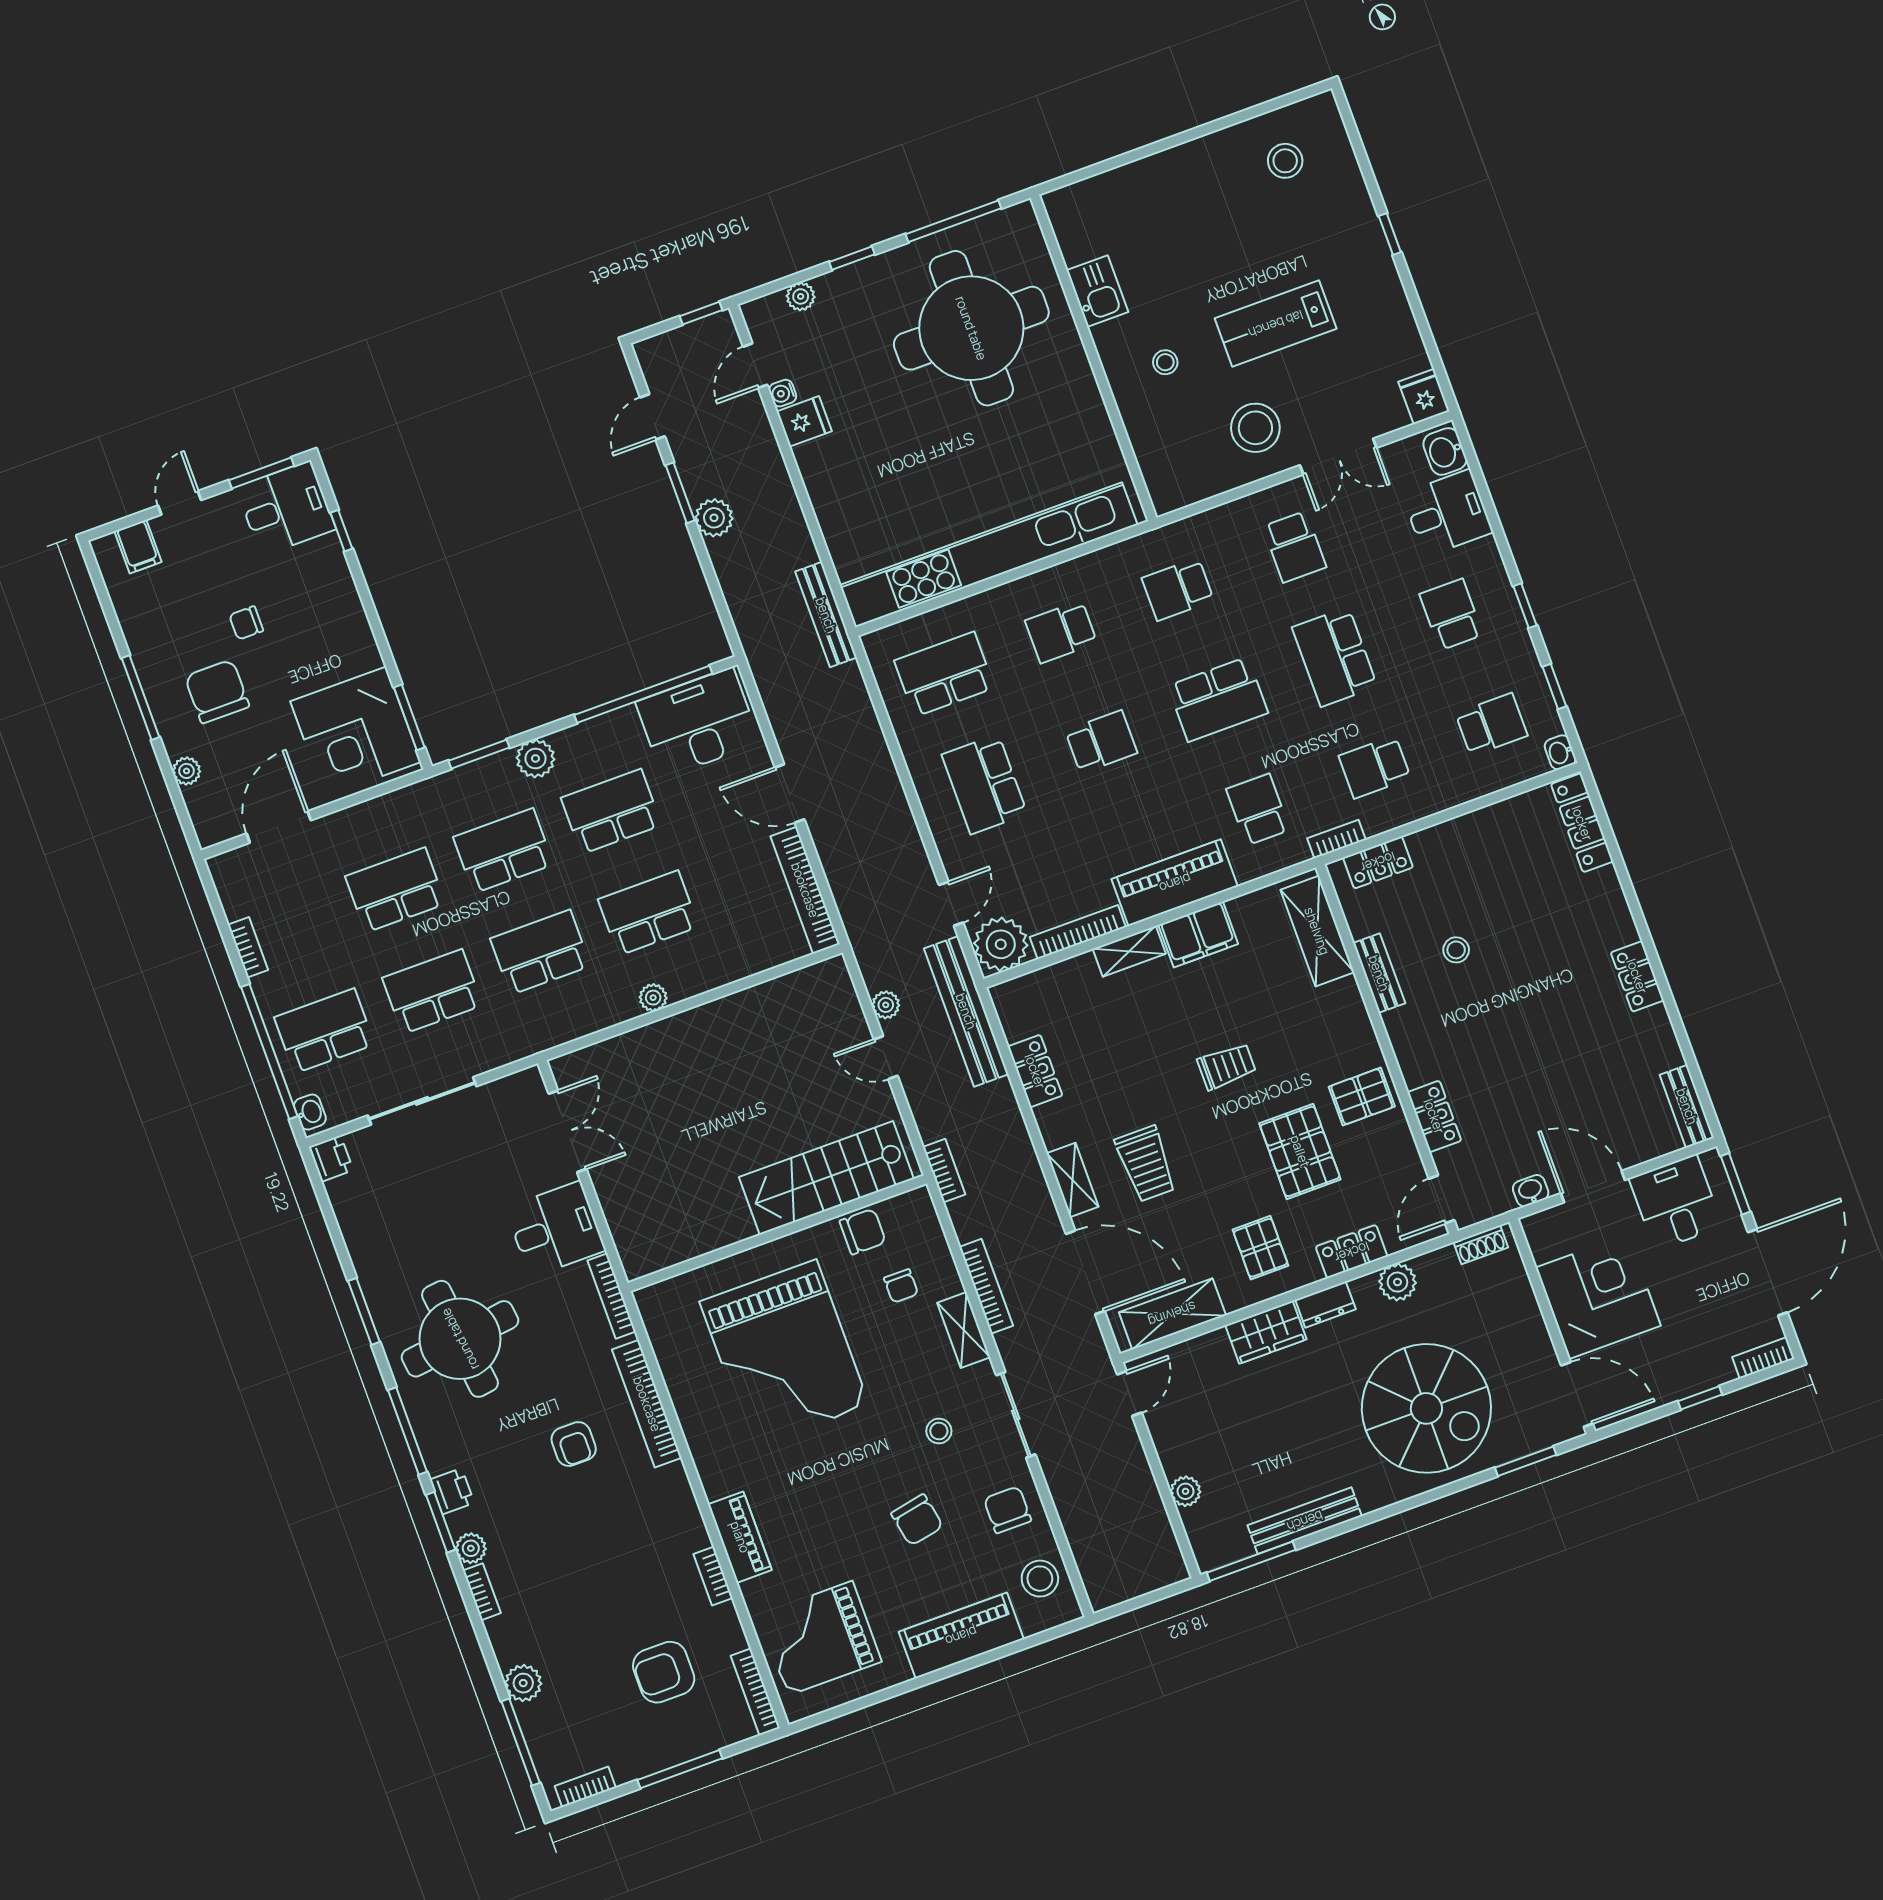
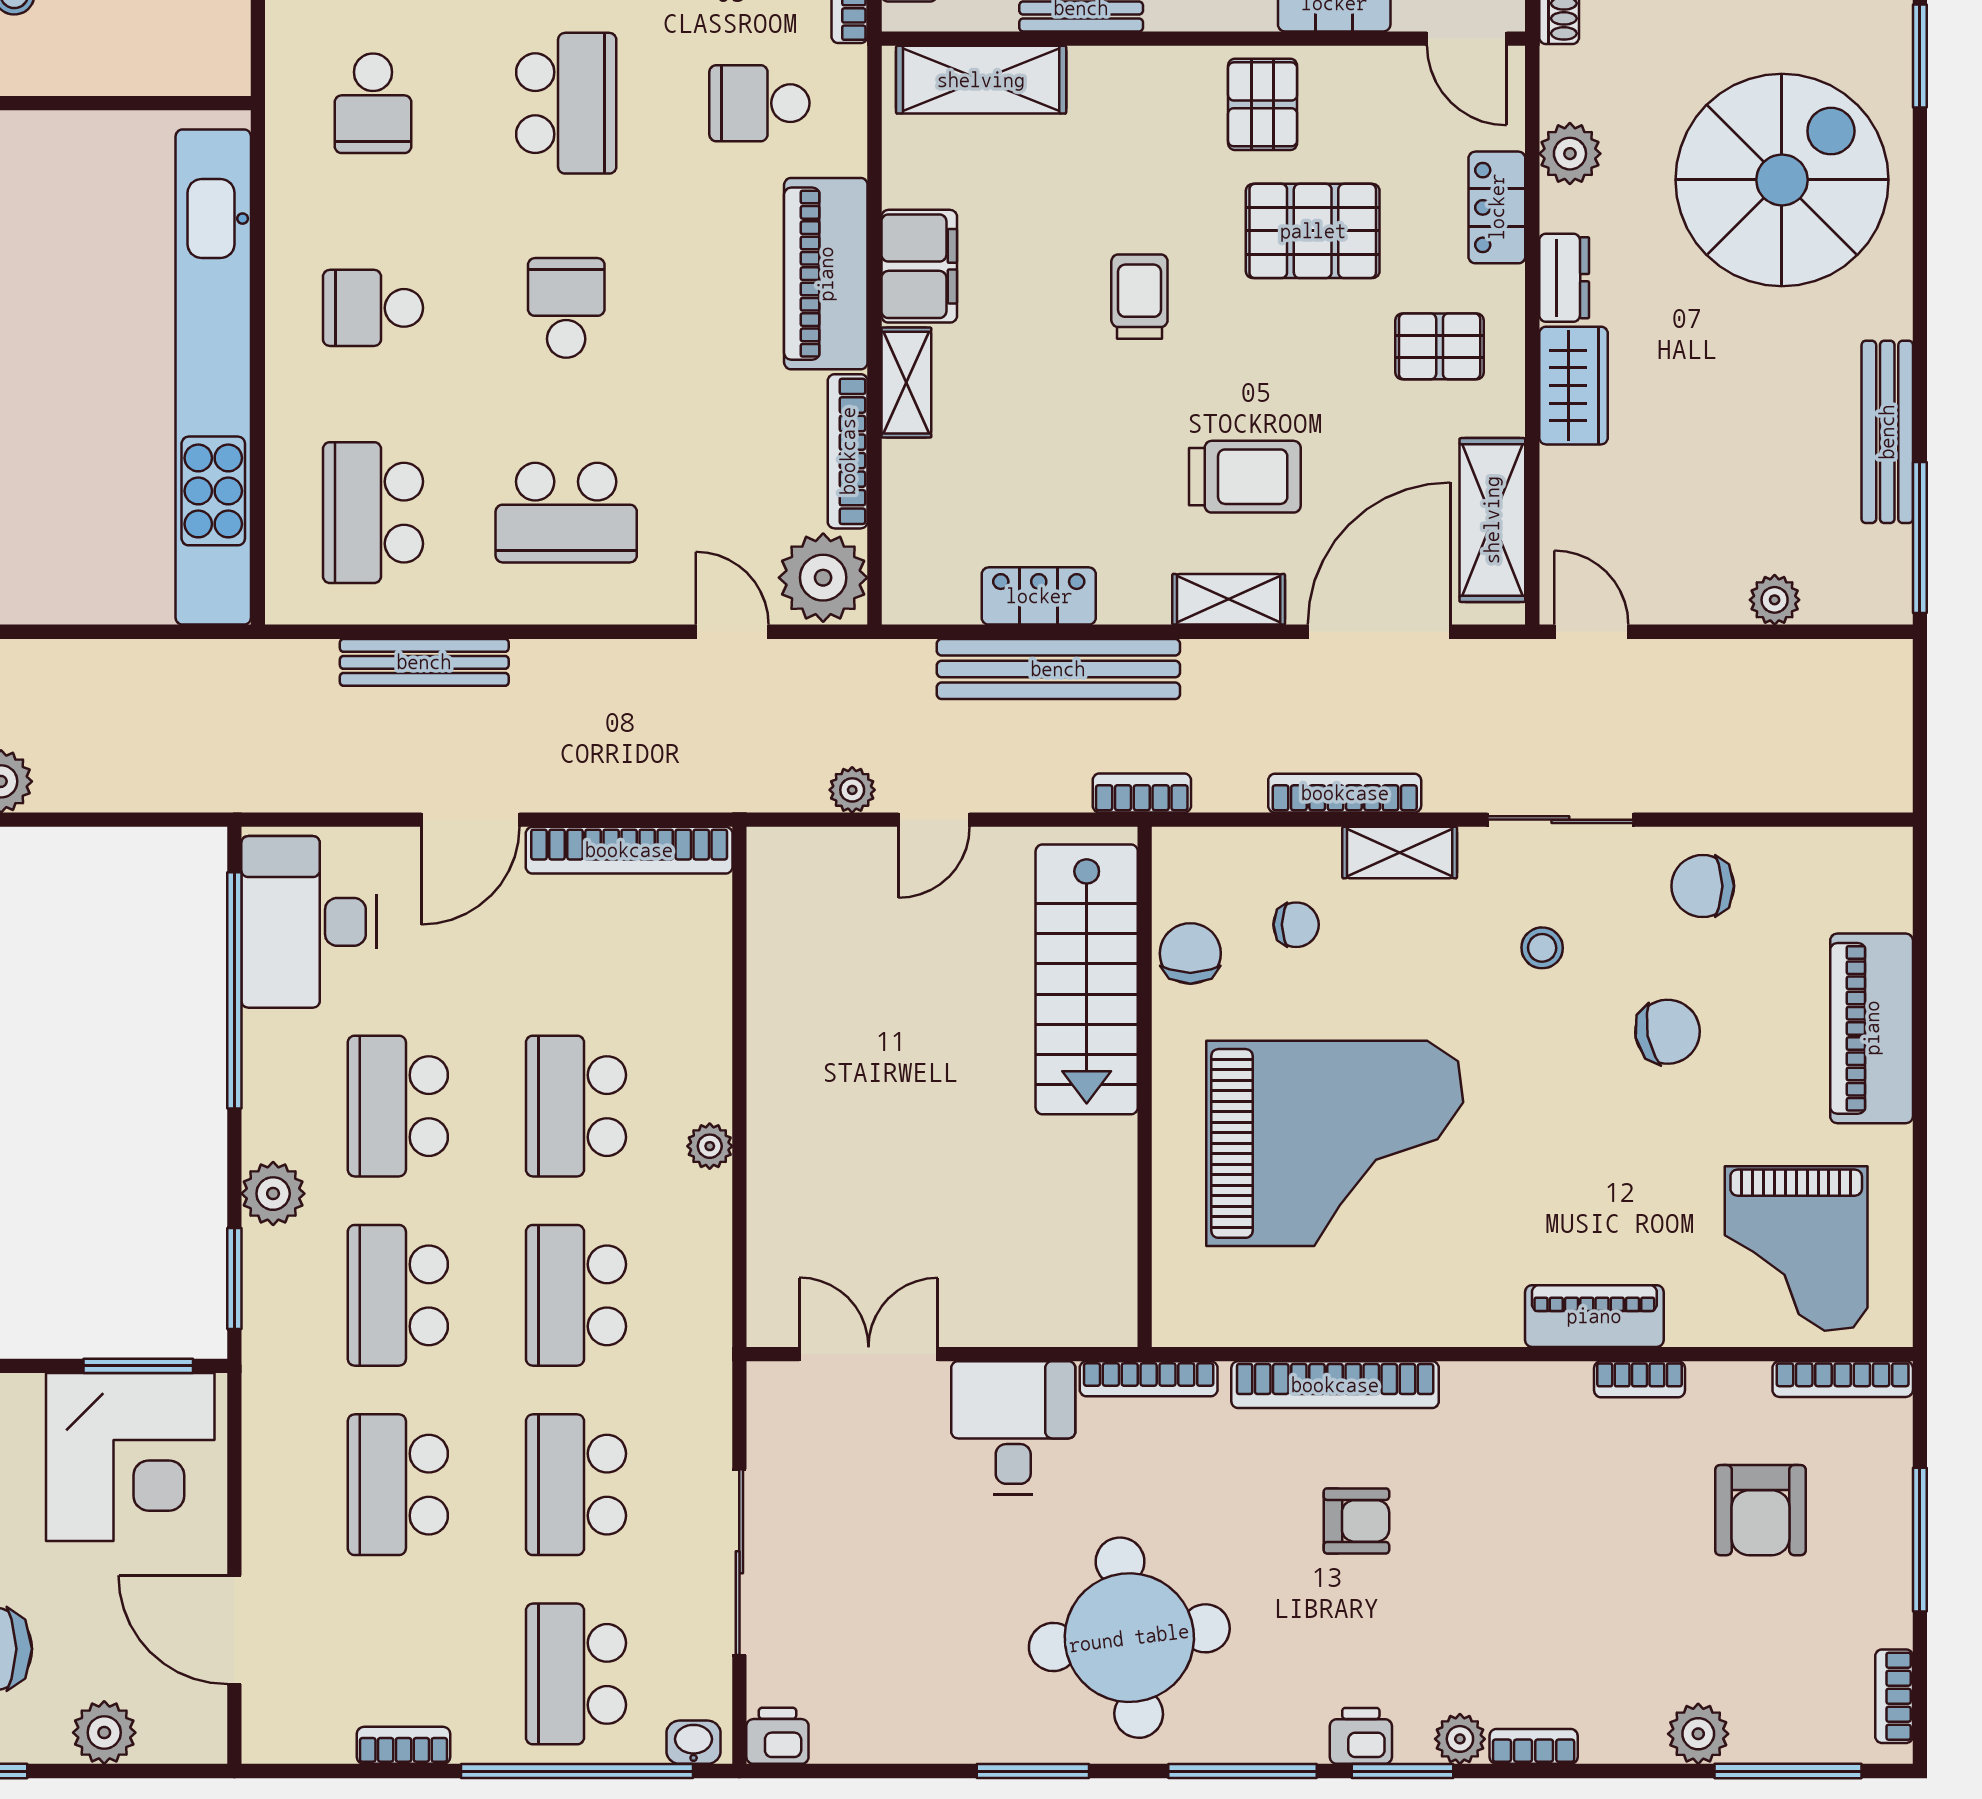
bench: (826, 615) -> (424, 662), moved
school desk: (1061, 632) -> (373, 308), turned 90
plant: (186, 771) -> (104, 1733), width x1.38, depth x1.38
bench: (966, 1011) -> (1058, 669), moved
stool: (1040, 1579) -> (1828, 875), removed

